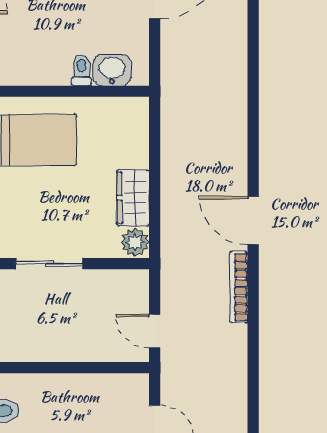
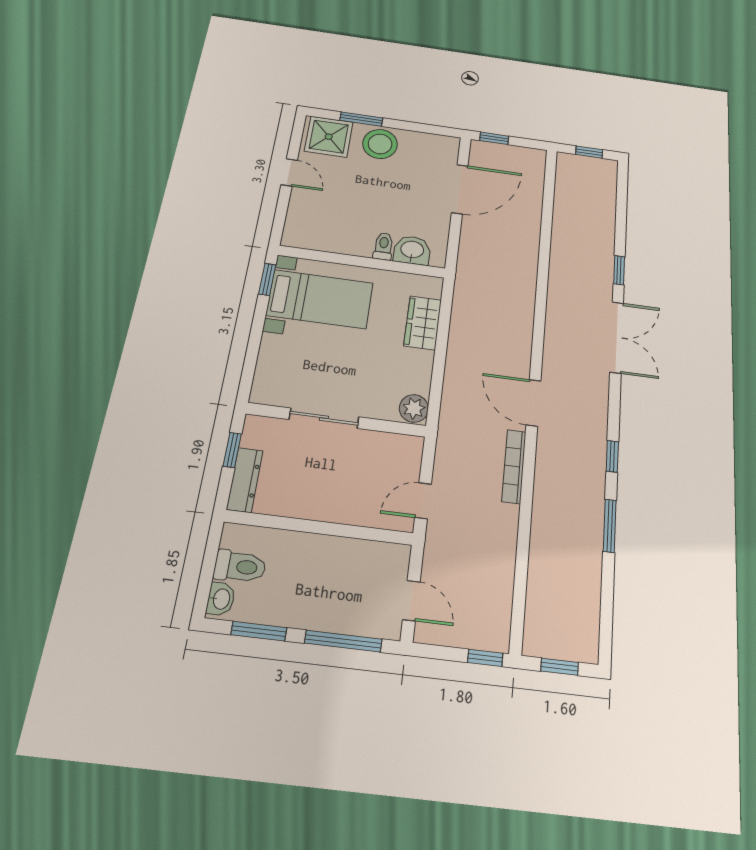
wardrobe: (133, 198) -> (423, 323), moved
door: (155, 331) -> (423, 501), hinge flipped

